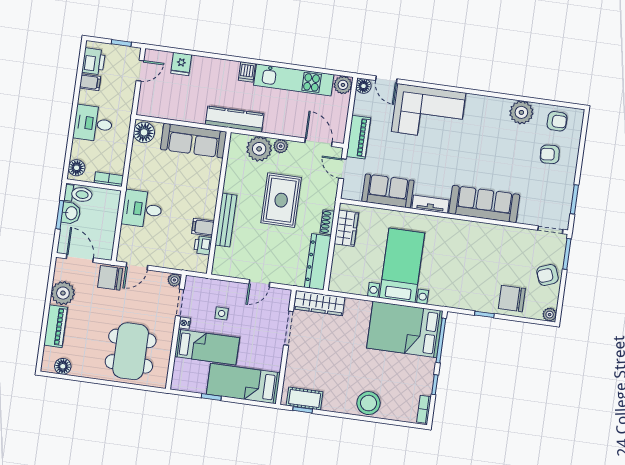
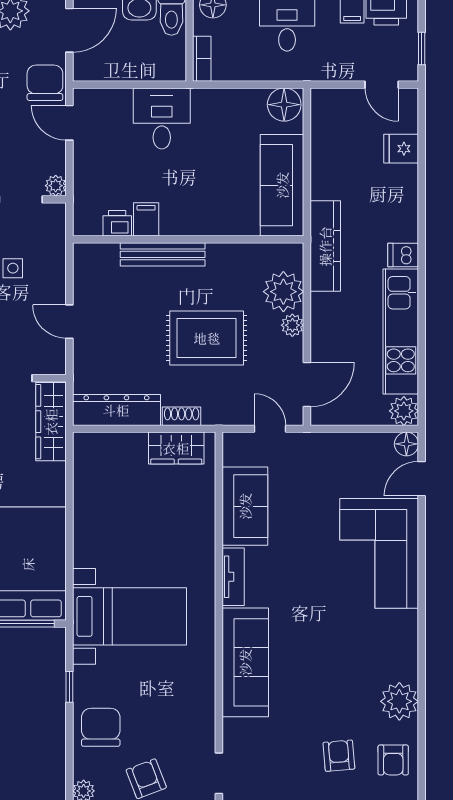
piano: (358, 137) -> (324, 447), removed
door: (343, 169) -> (270, 429), hinge flipped
bed with nightstands: (402, 265) -> (129, 616), moved

